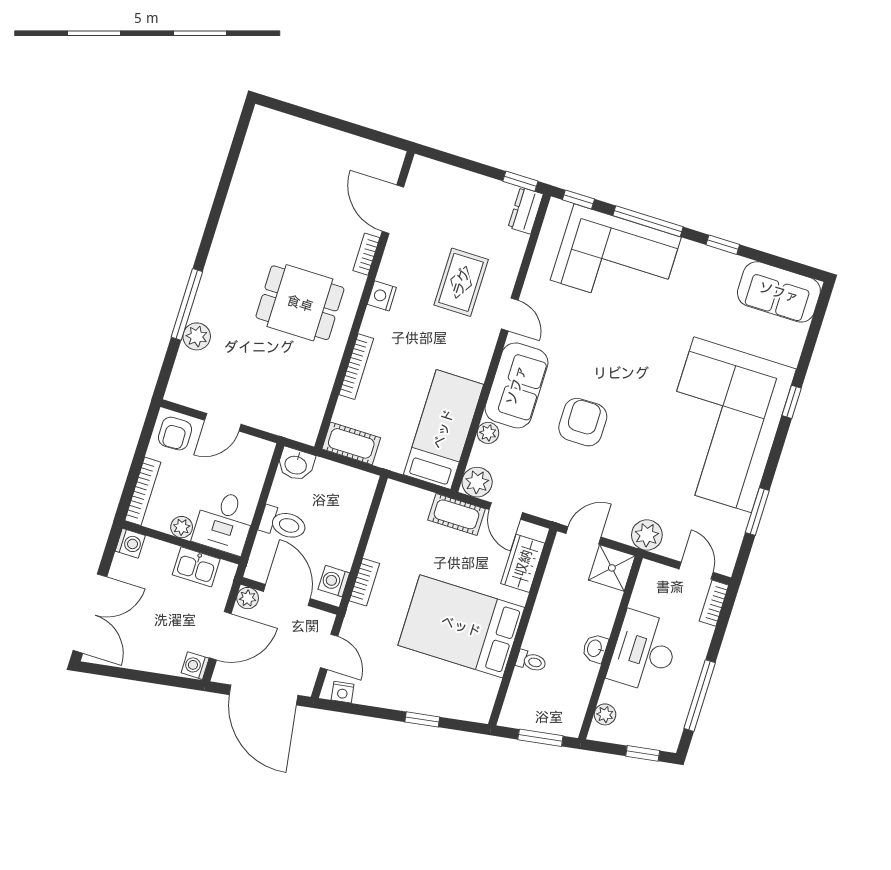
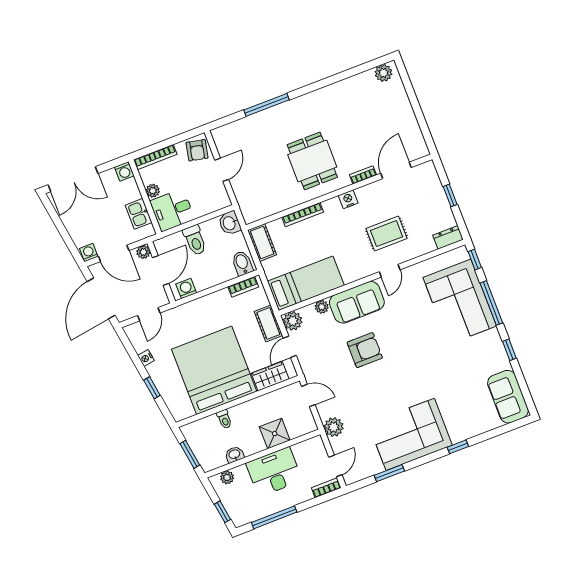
window: (520, 181) -> (450, 195), moved
plant: (197, 336) -> (383, 73), moved
door: (223, 422) -> (222, 170), swing flipped
corner sofa: (723, 425) -> (410, 434), width x0.73, depth x0.74
armchair: (175, 434) -> (197, 150), turned -77
bidet: (357, 488) -> (242, 263), added
shower: (612, 568) -> (275, 434), moved
bookcase: (364, 582) -> (243, 287), moved
bed: (461, 626) -> (214, 370), width x1.36
washbasin: (595, 648) -> (234, 454), moved
nightstand: (343, 692) -> (146, 358), moved

